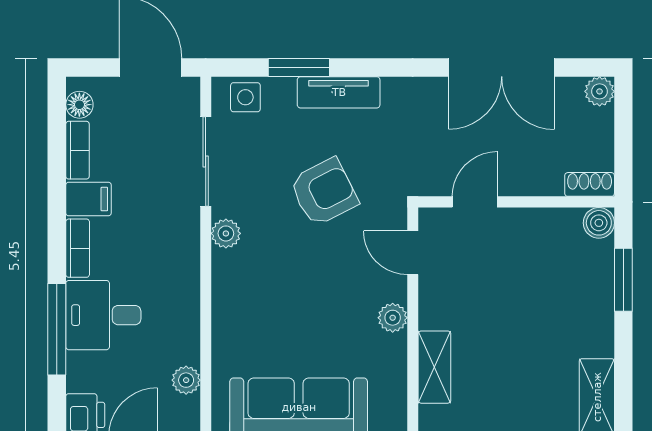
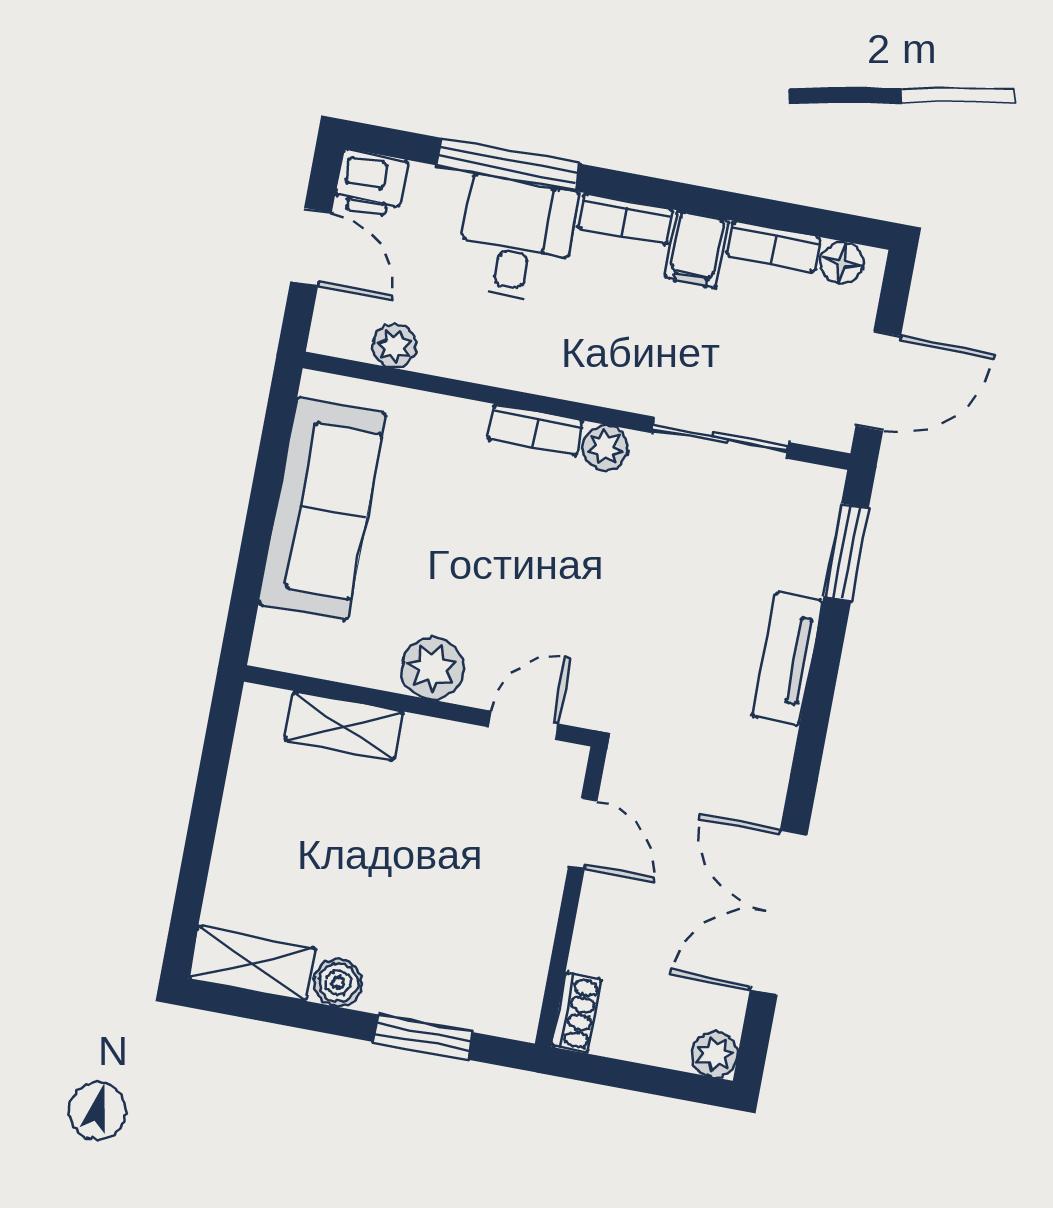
window: (299, 68) -> (846, 552), moved
side table: (245, 97) -> (806, 516), removed
armchair: (324, 192) -> (640, 608), removed
boiler: (599, 223) -> (338, 983), moved
bookcase: (223, 280) -> (535, 430), added
plant: (393, 318) -> (432, 668), width x1.38, depth x1.38

